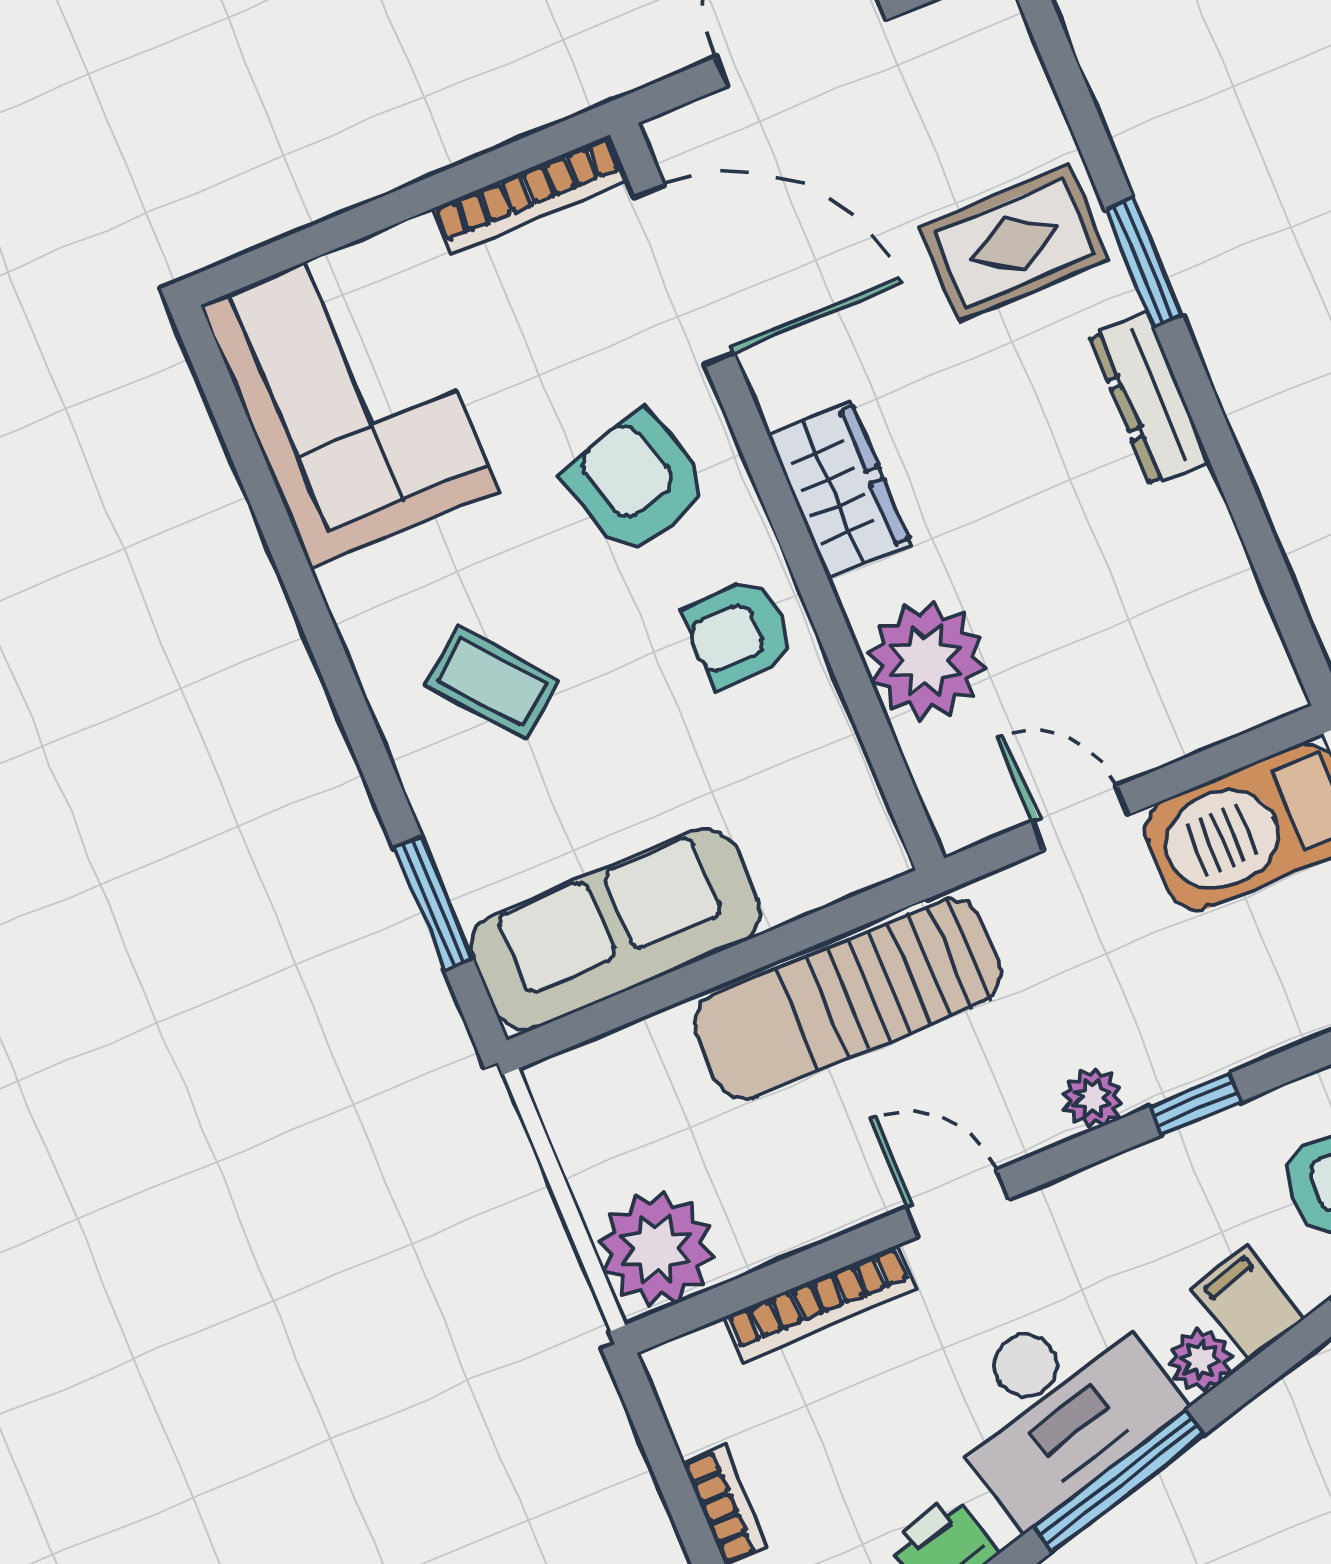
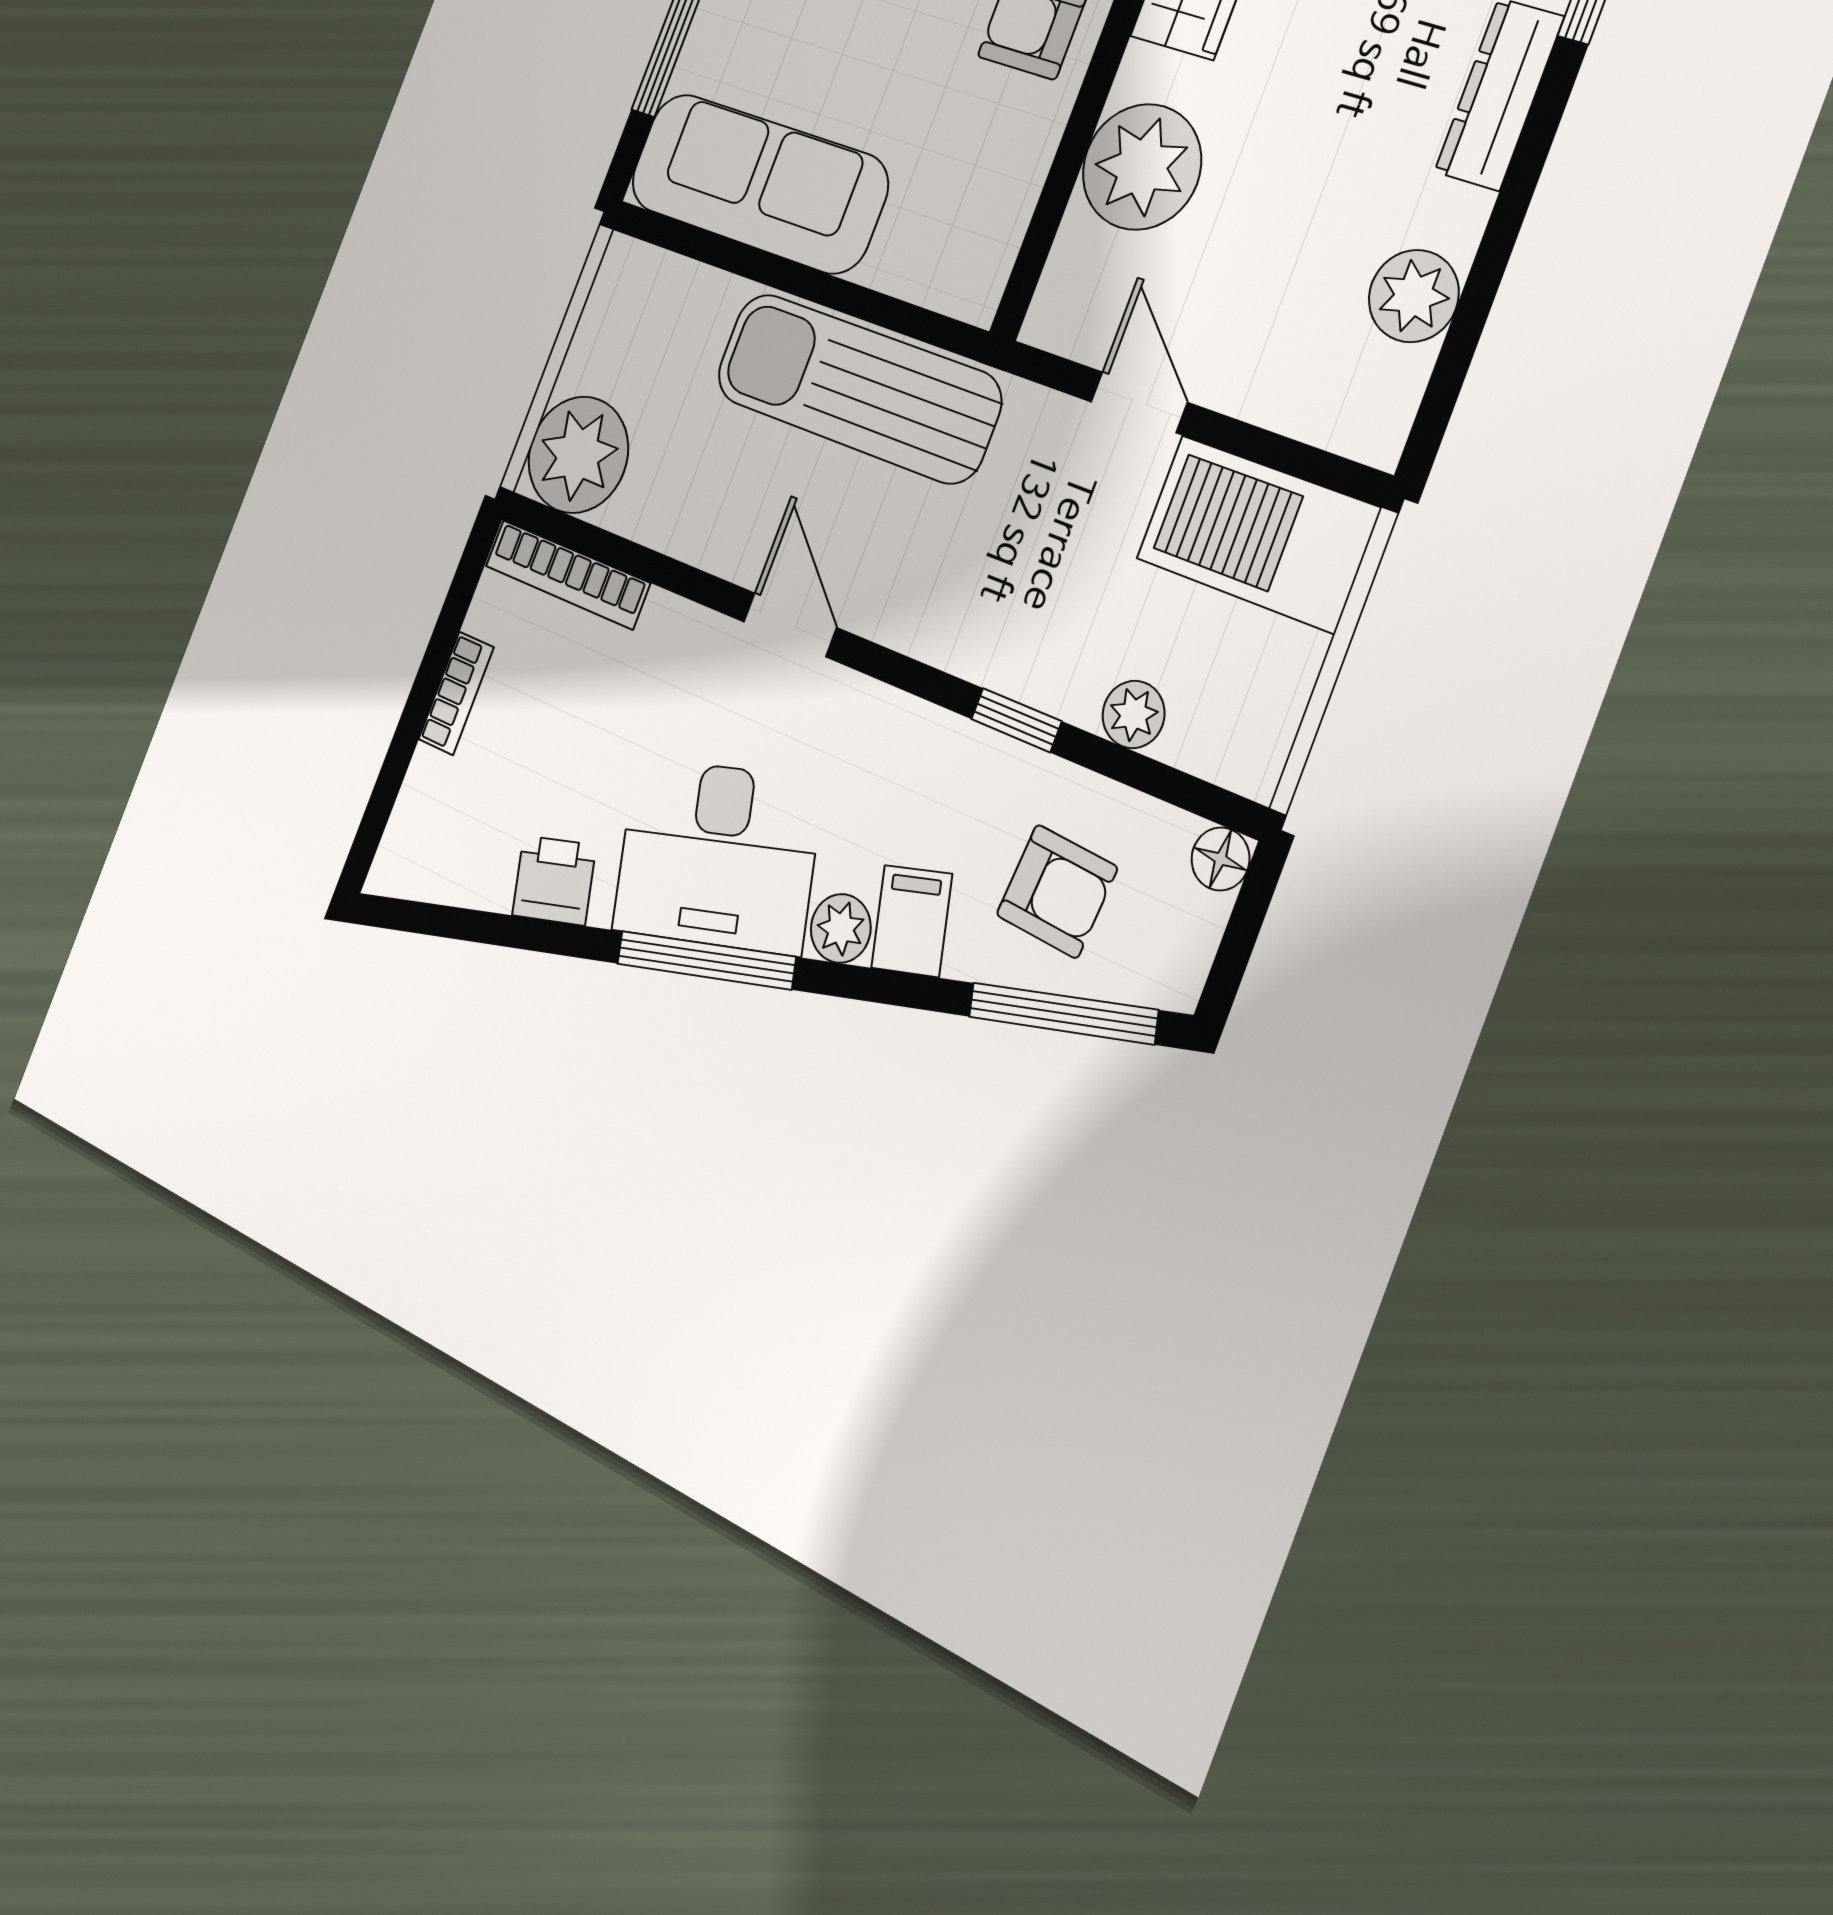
plant: (1214, 579) -> (1414, 296), added
plant: (1092, 1098) -> (1134, 714), moved
bookcase: (820, 1303) -> (567, 574), moved

